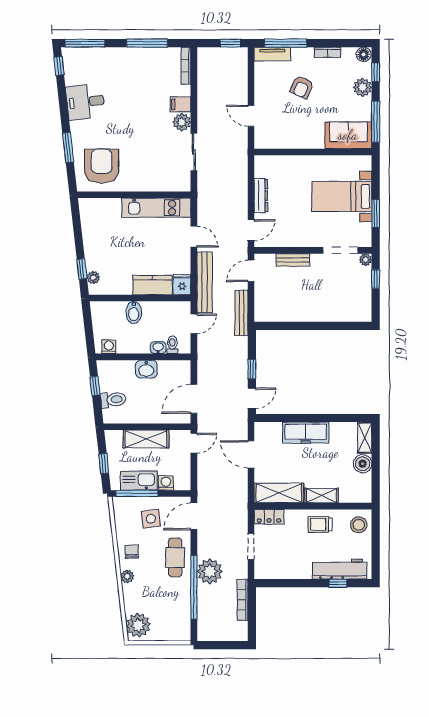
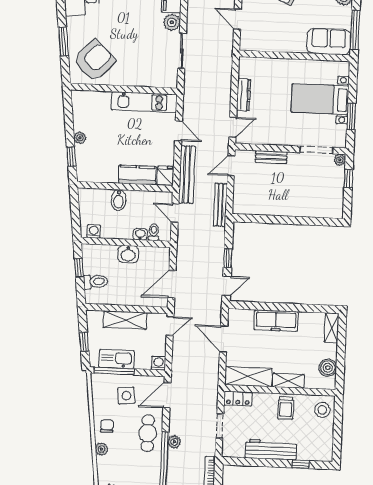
armchair: (102, 166) -> (94, 60), turned 44
plant: (93, 278) -> (80, 138), moved
door: (194, 324) -> (175, 213), swing flipped
boiler: (363, 464) -> (328, 368), moved
washing machine: (166, 483) -> (158, 363), moved
trolley: (320, 524) -> (286, 408), turned -90
workbench: (340, 569) -> (271, 450), moved
plant: (210, 571) -> (174, 442), width x0.53, depth x0.53

